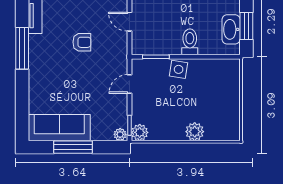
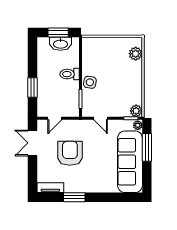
armchair: (82, 42) -> (70, 153), width x1.88, depth x1.88
window: (22, 48) -> (74, 197), width x0.69
sofa: (59, 128) -> (130, 162), width x1.36, depth x1.27
plant: (195, 132) -> (136, 54), moved
window: (73, 147) -> (147, 147), moved

